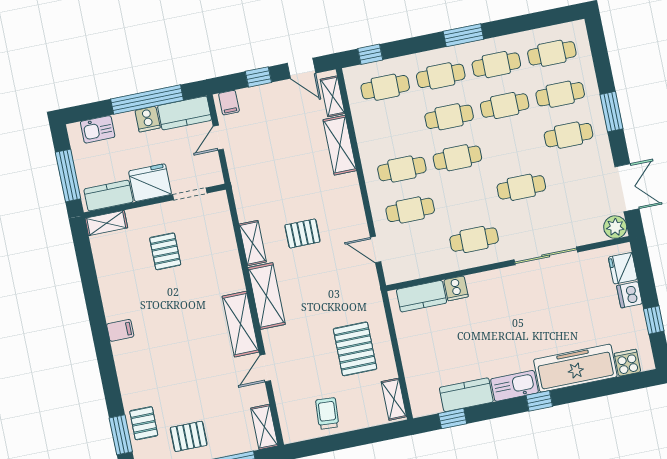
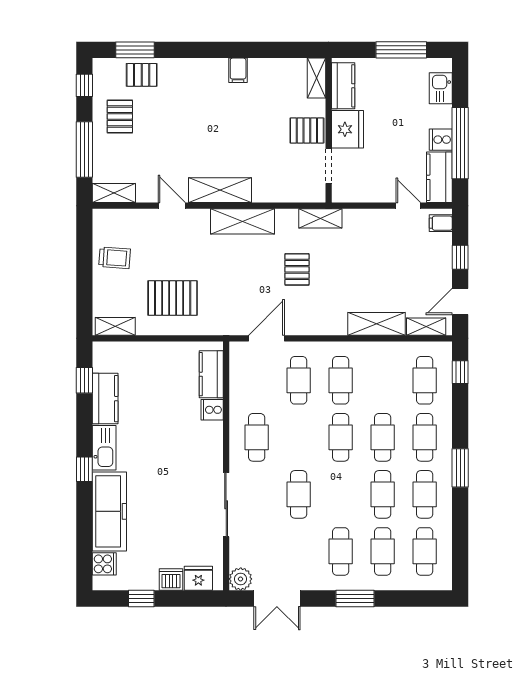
fridge: (150, 183) -> (347, 129), moved
doorway: (190, 194) -> (329, 166), moved
kitchen counter: (109, 196) -> (343, 86), moved
wall: (155, 201) -> (329, 130), moved
shelving: (106, 223) -> (316, 78), moved
shelving: (253, 243) -> (320, 218), moved
door: (376, 249) -> (266, 338), width x1.37

